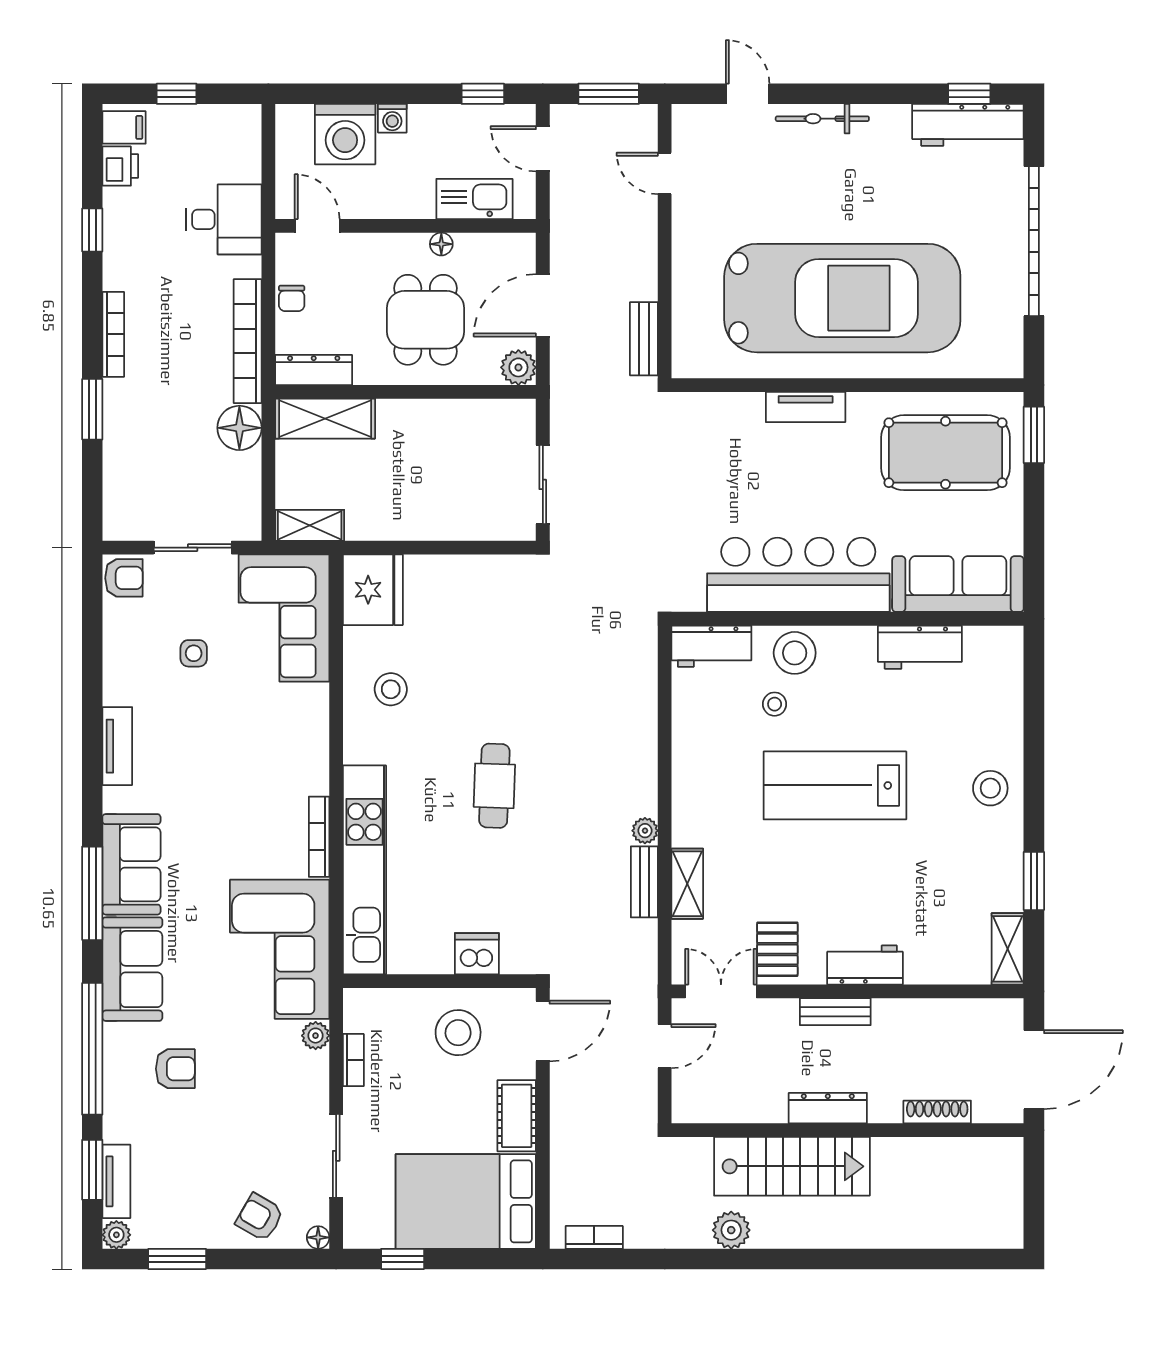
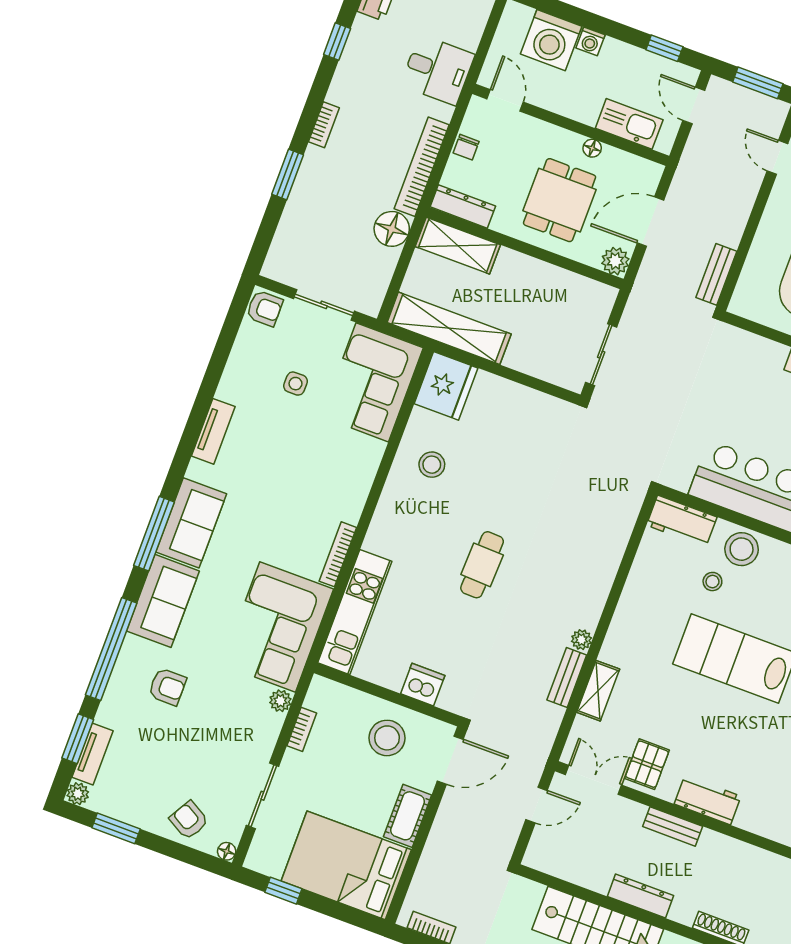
bookcase: (113, 334) -> (324, 125), width x0.64
shelving: (310, 525) -> (449, 328), width x2.20, depth x1.33
kitchen unit: (365, 870) -> (355, 612), width x0.73

